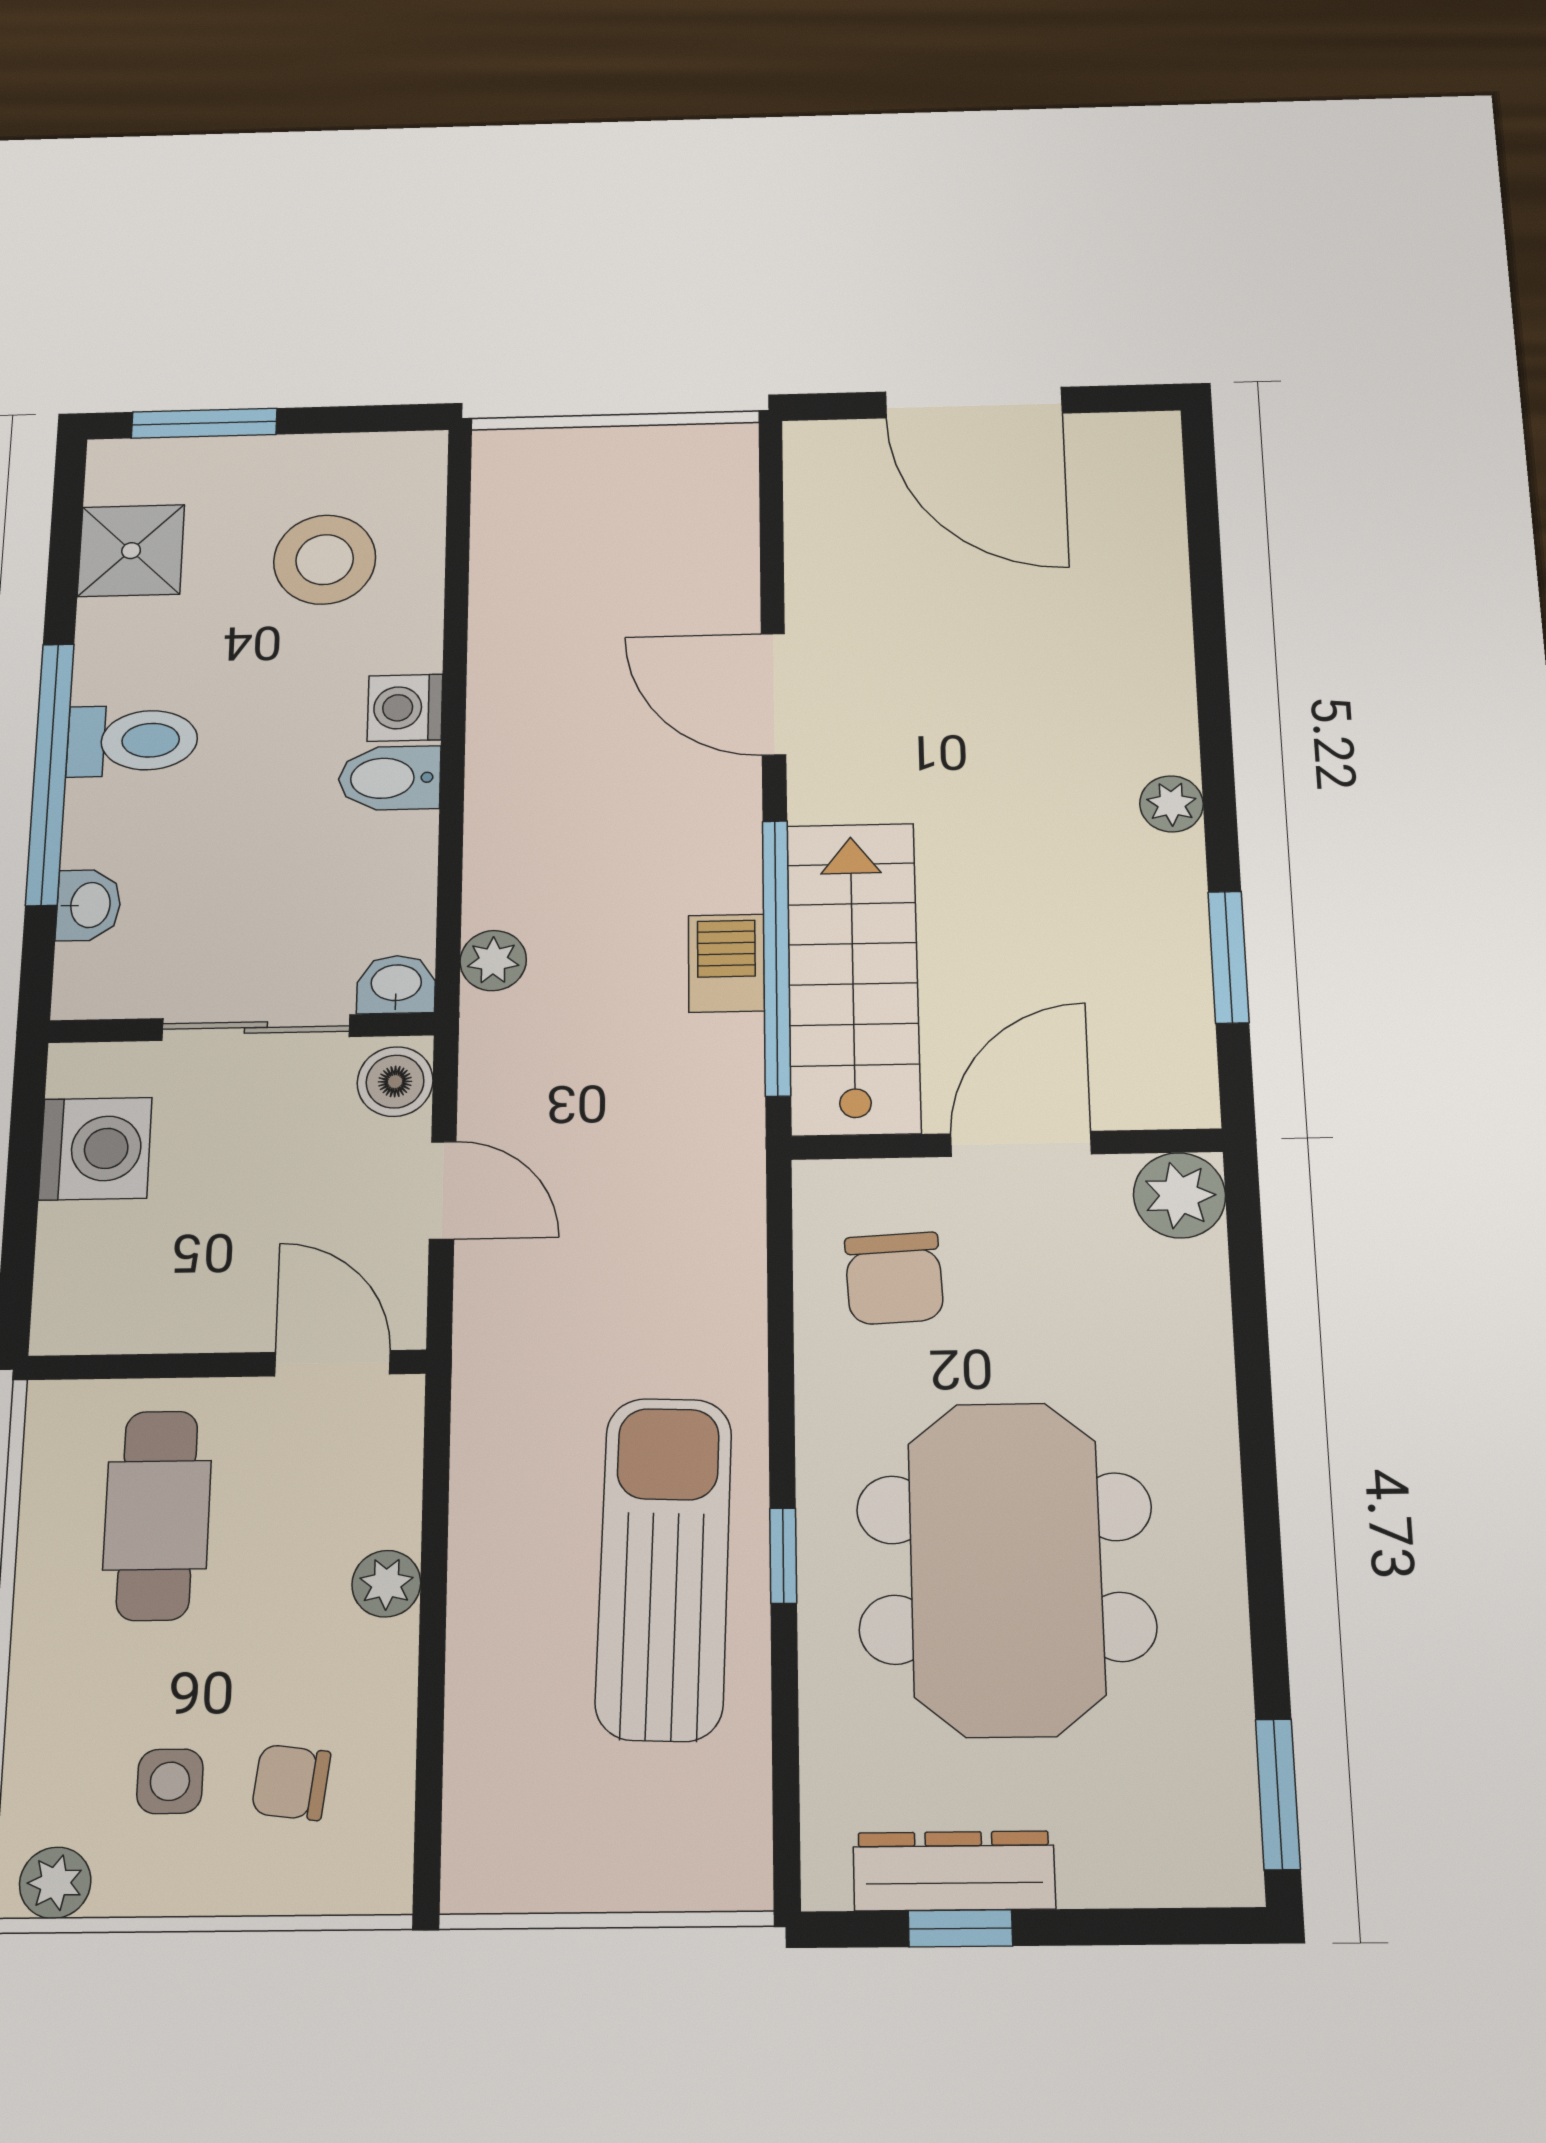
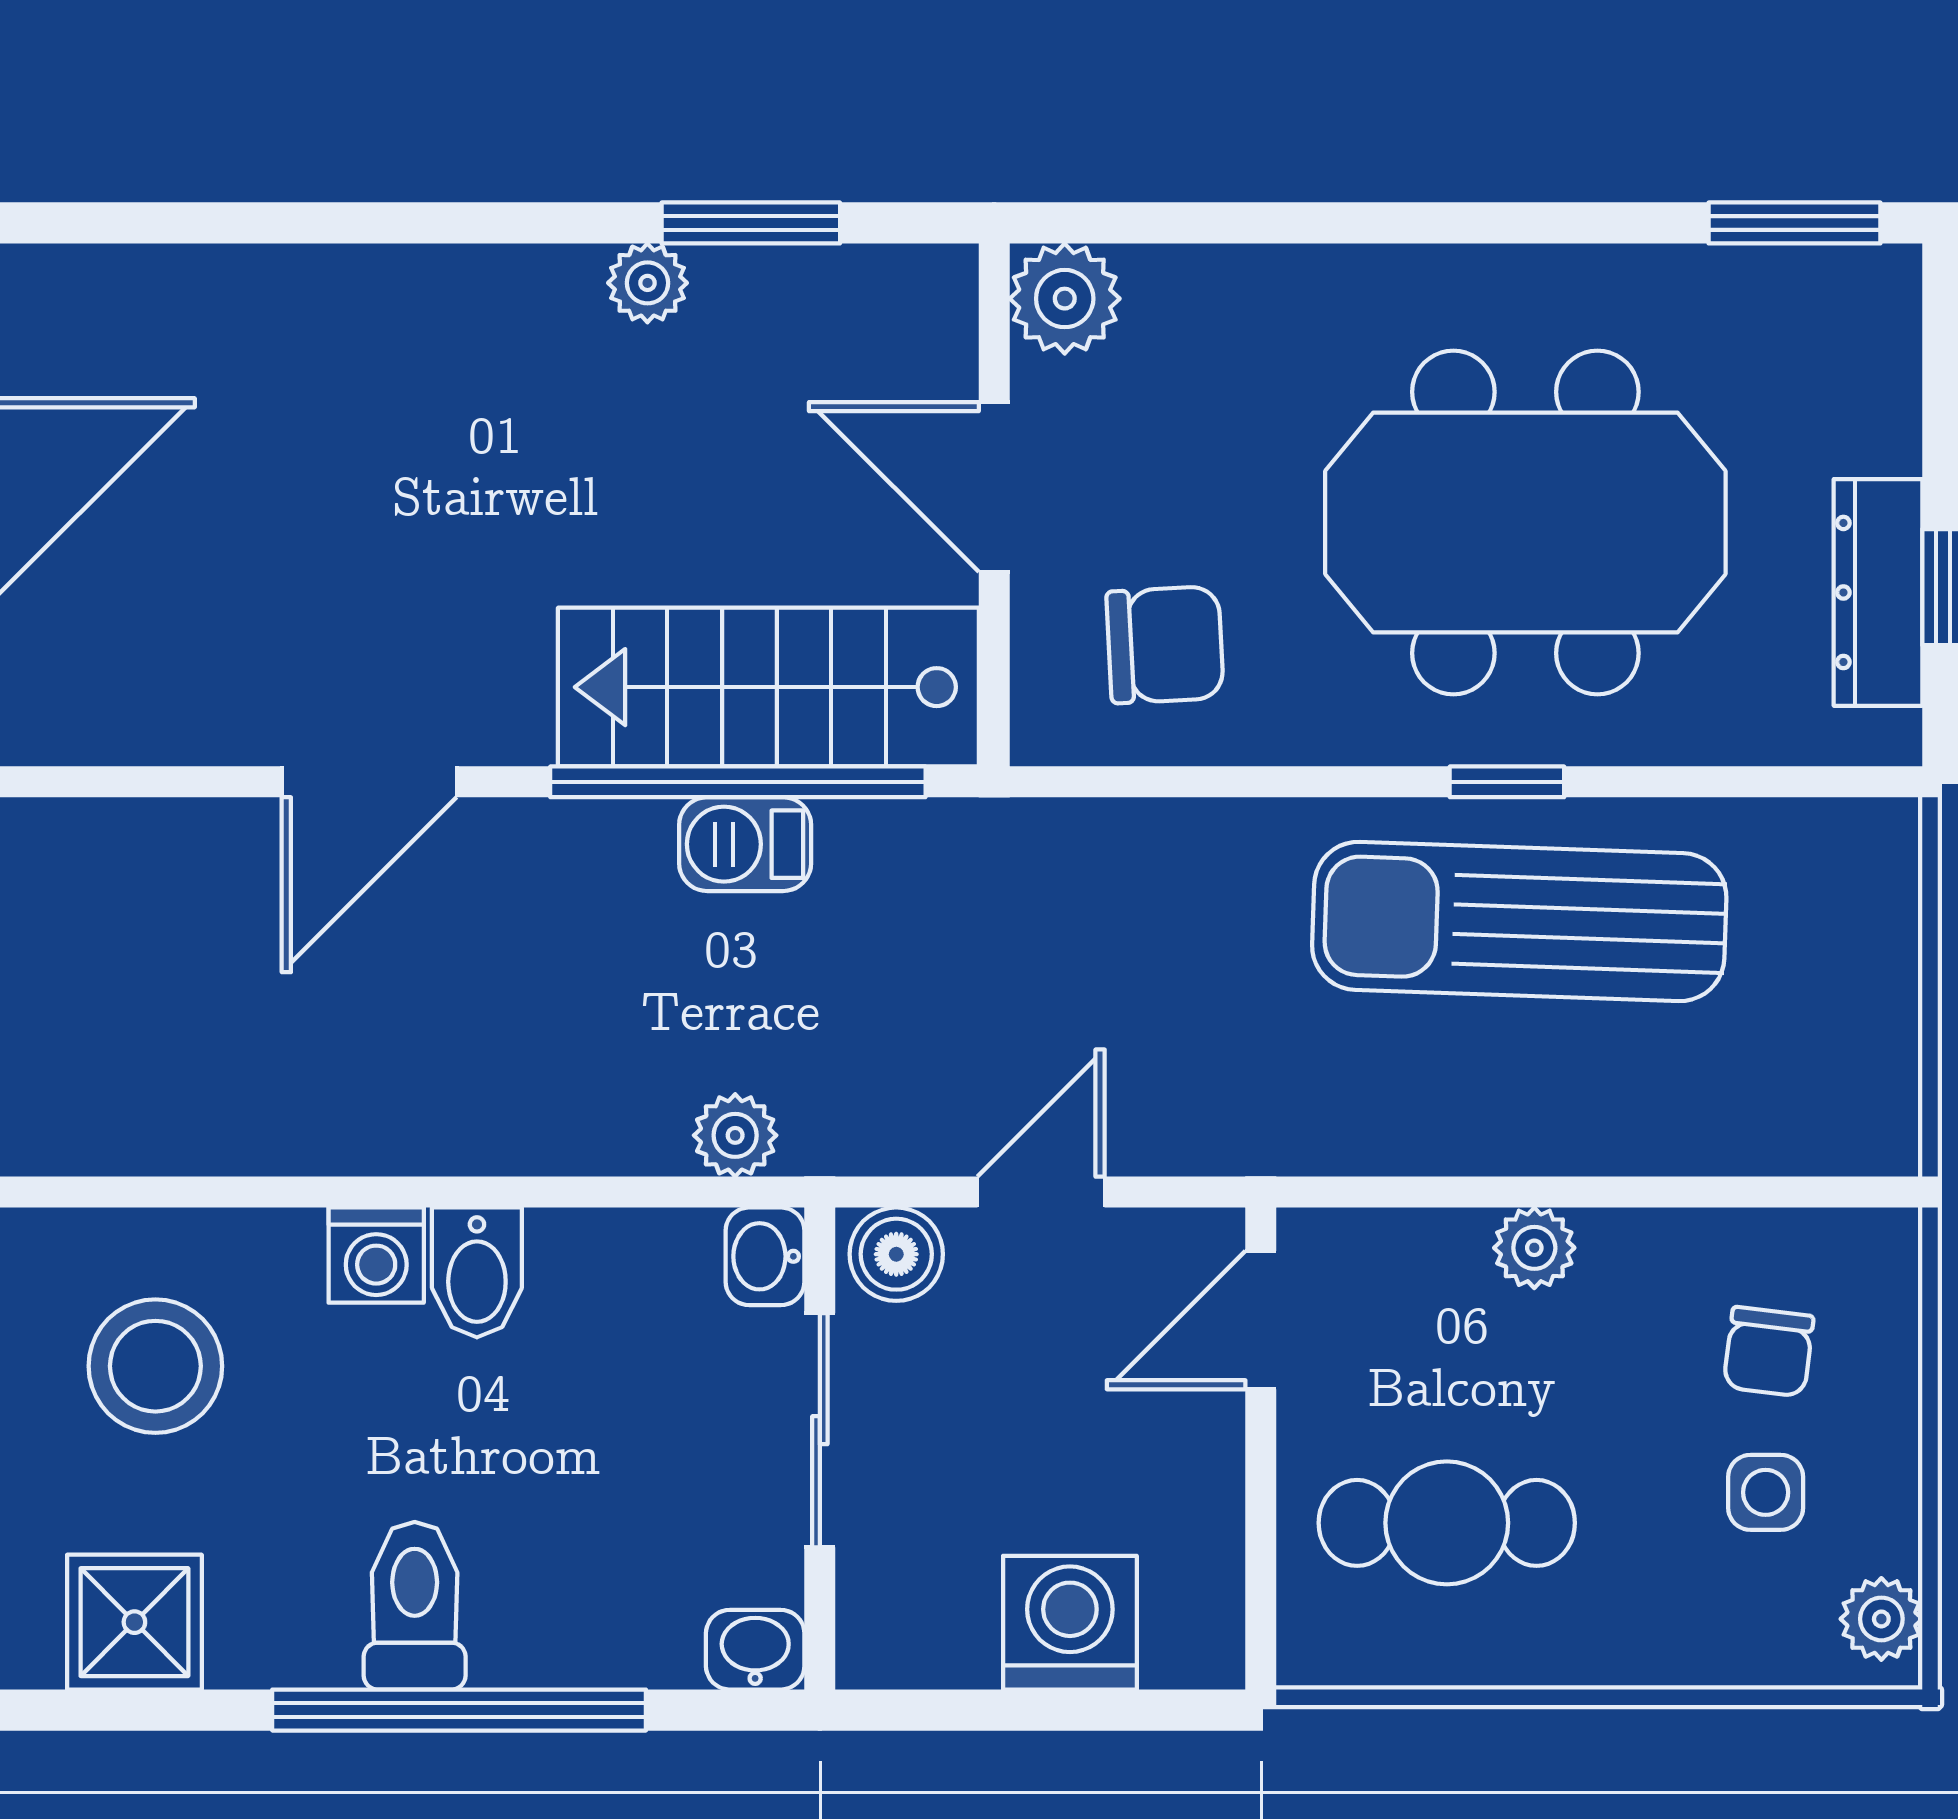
plant: (1171, 804) -> (647, 283), moved
washbasin: (89, 905) -> (755, 1650), moved
washing machine: (95, 1149) -> (1070, 1623), moved

